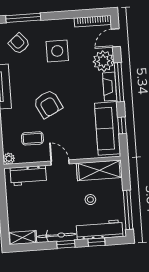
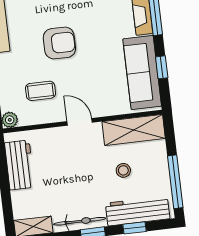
armchair: (48, 104) -> (59, 43), turned -63
workbench: (28, 176) -> (19, 165), moved, turned -90

